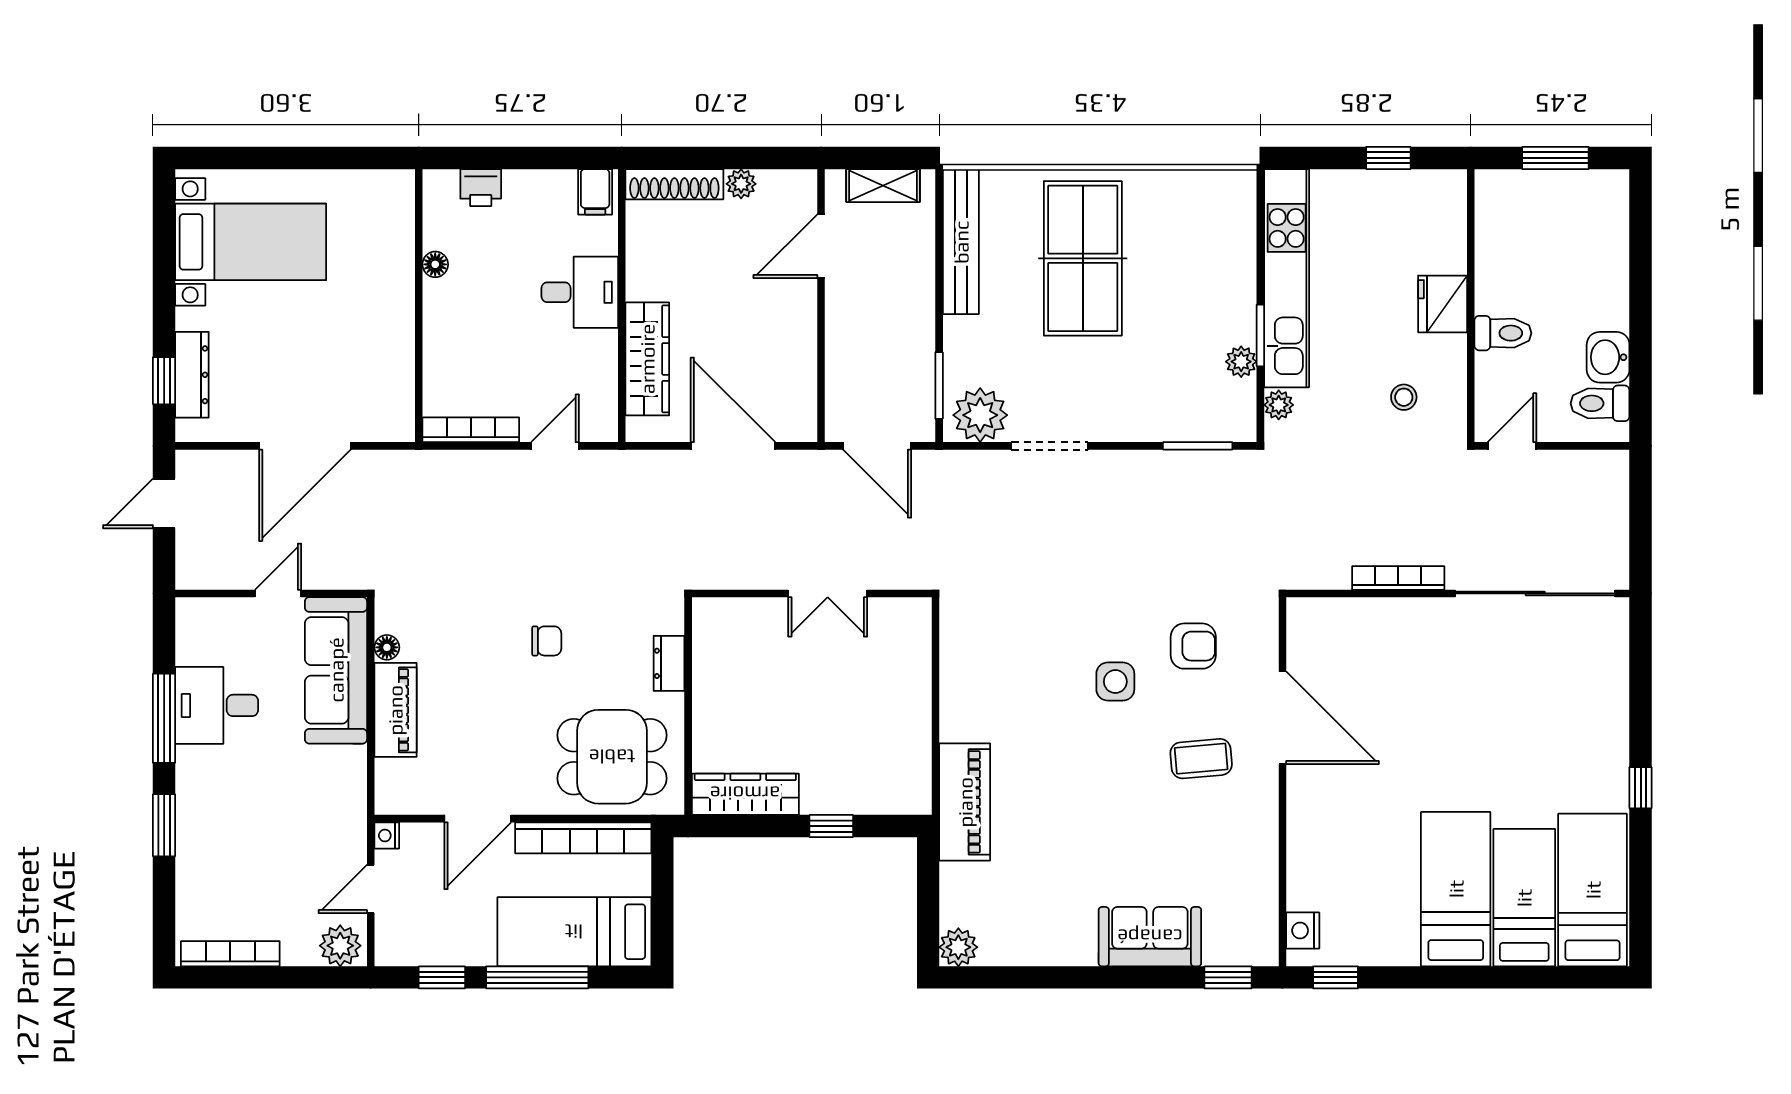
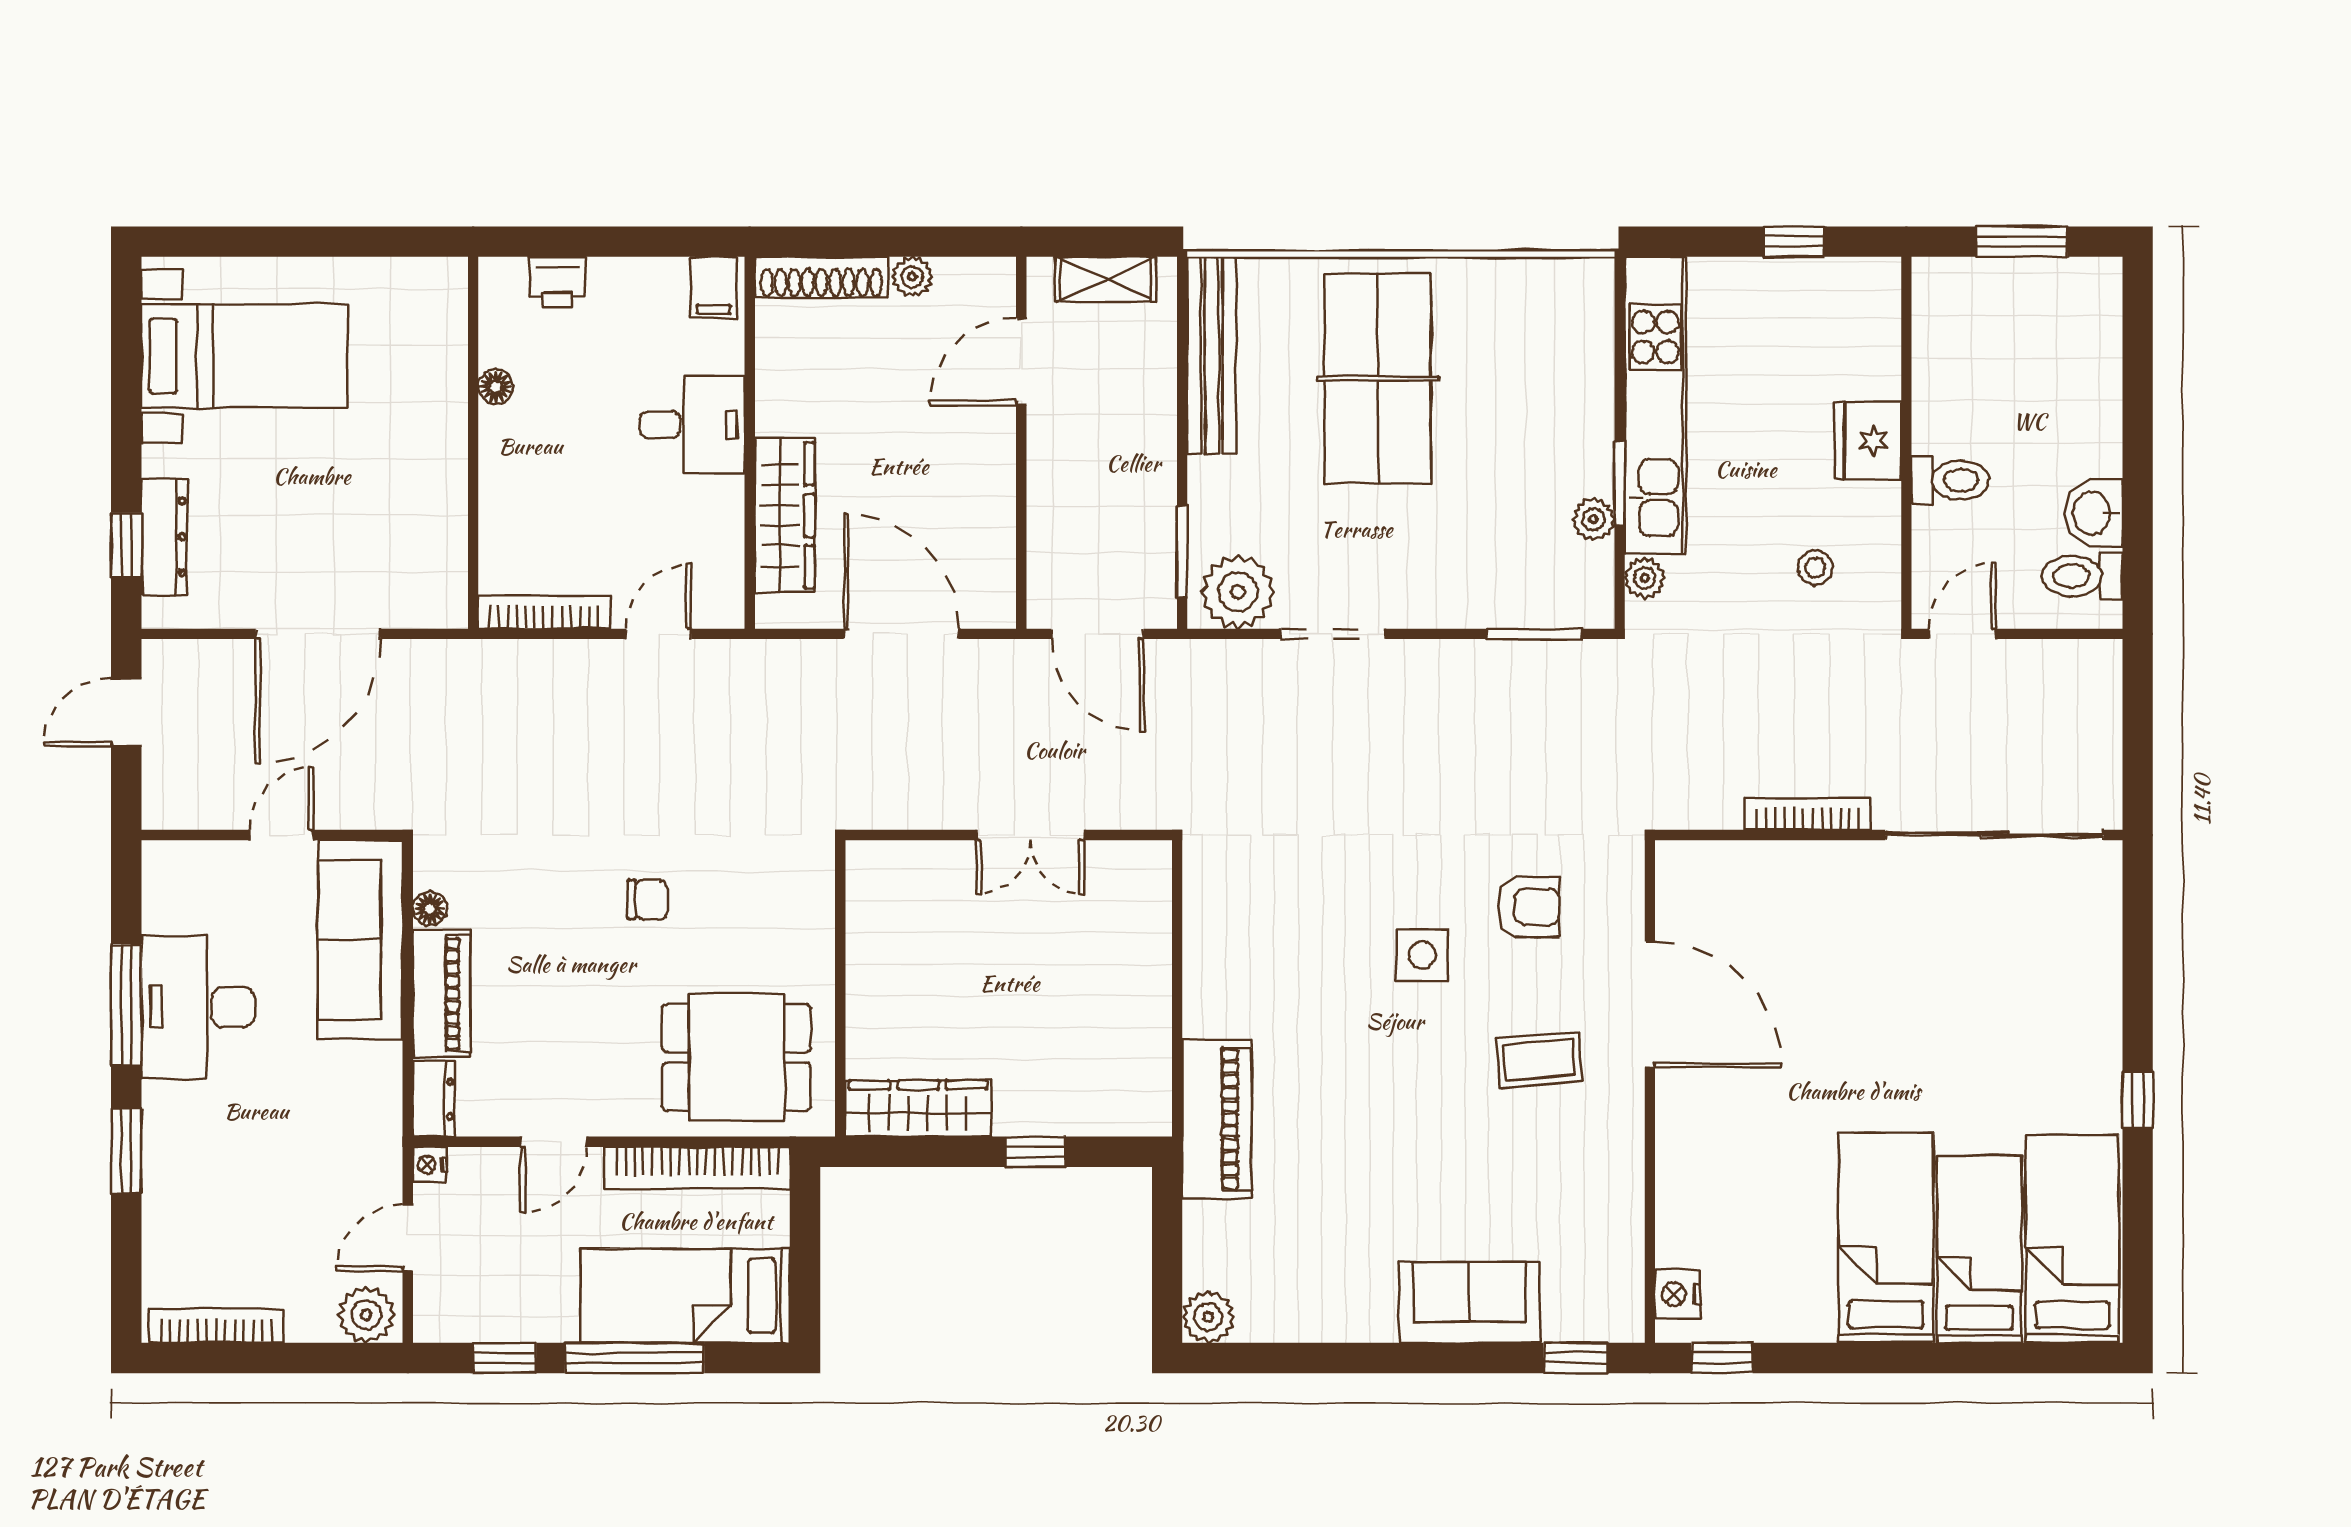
dresser: (669, 663) -> (434, 1099), moved, turned 180
desk: (217, 705) -> (198, 1007), width x1.37
door: (478, 819) -> (554, 1142), width x0.73

